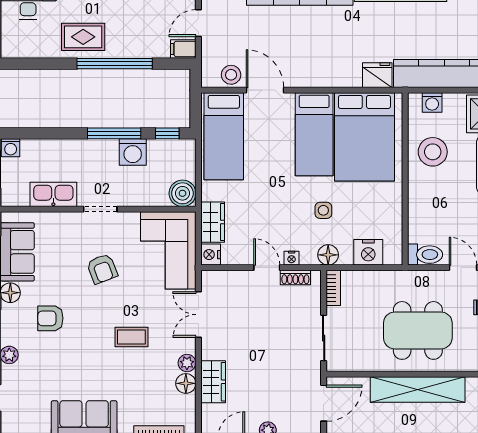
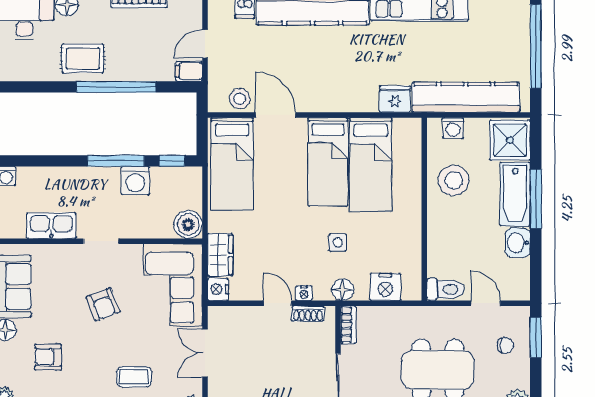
bed: (364, 137) -> (371, 164), width x0.67

